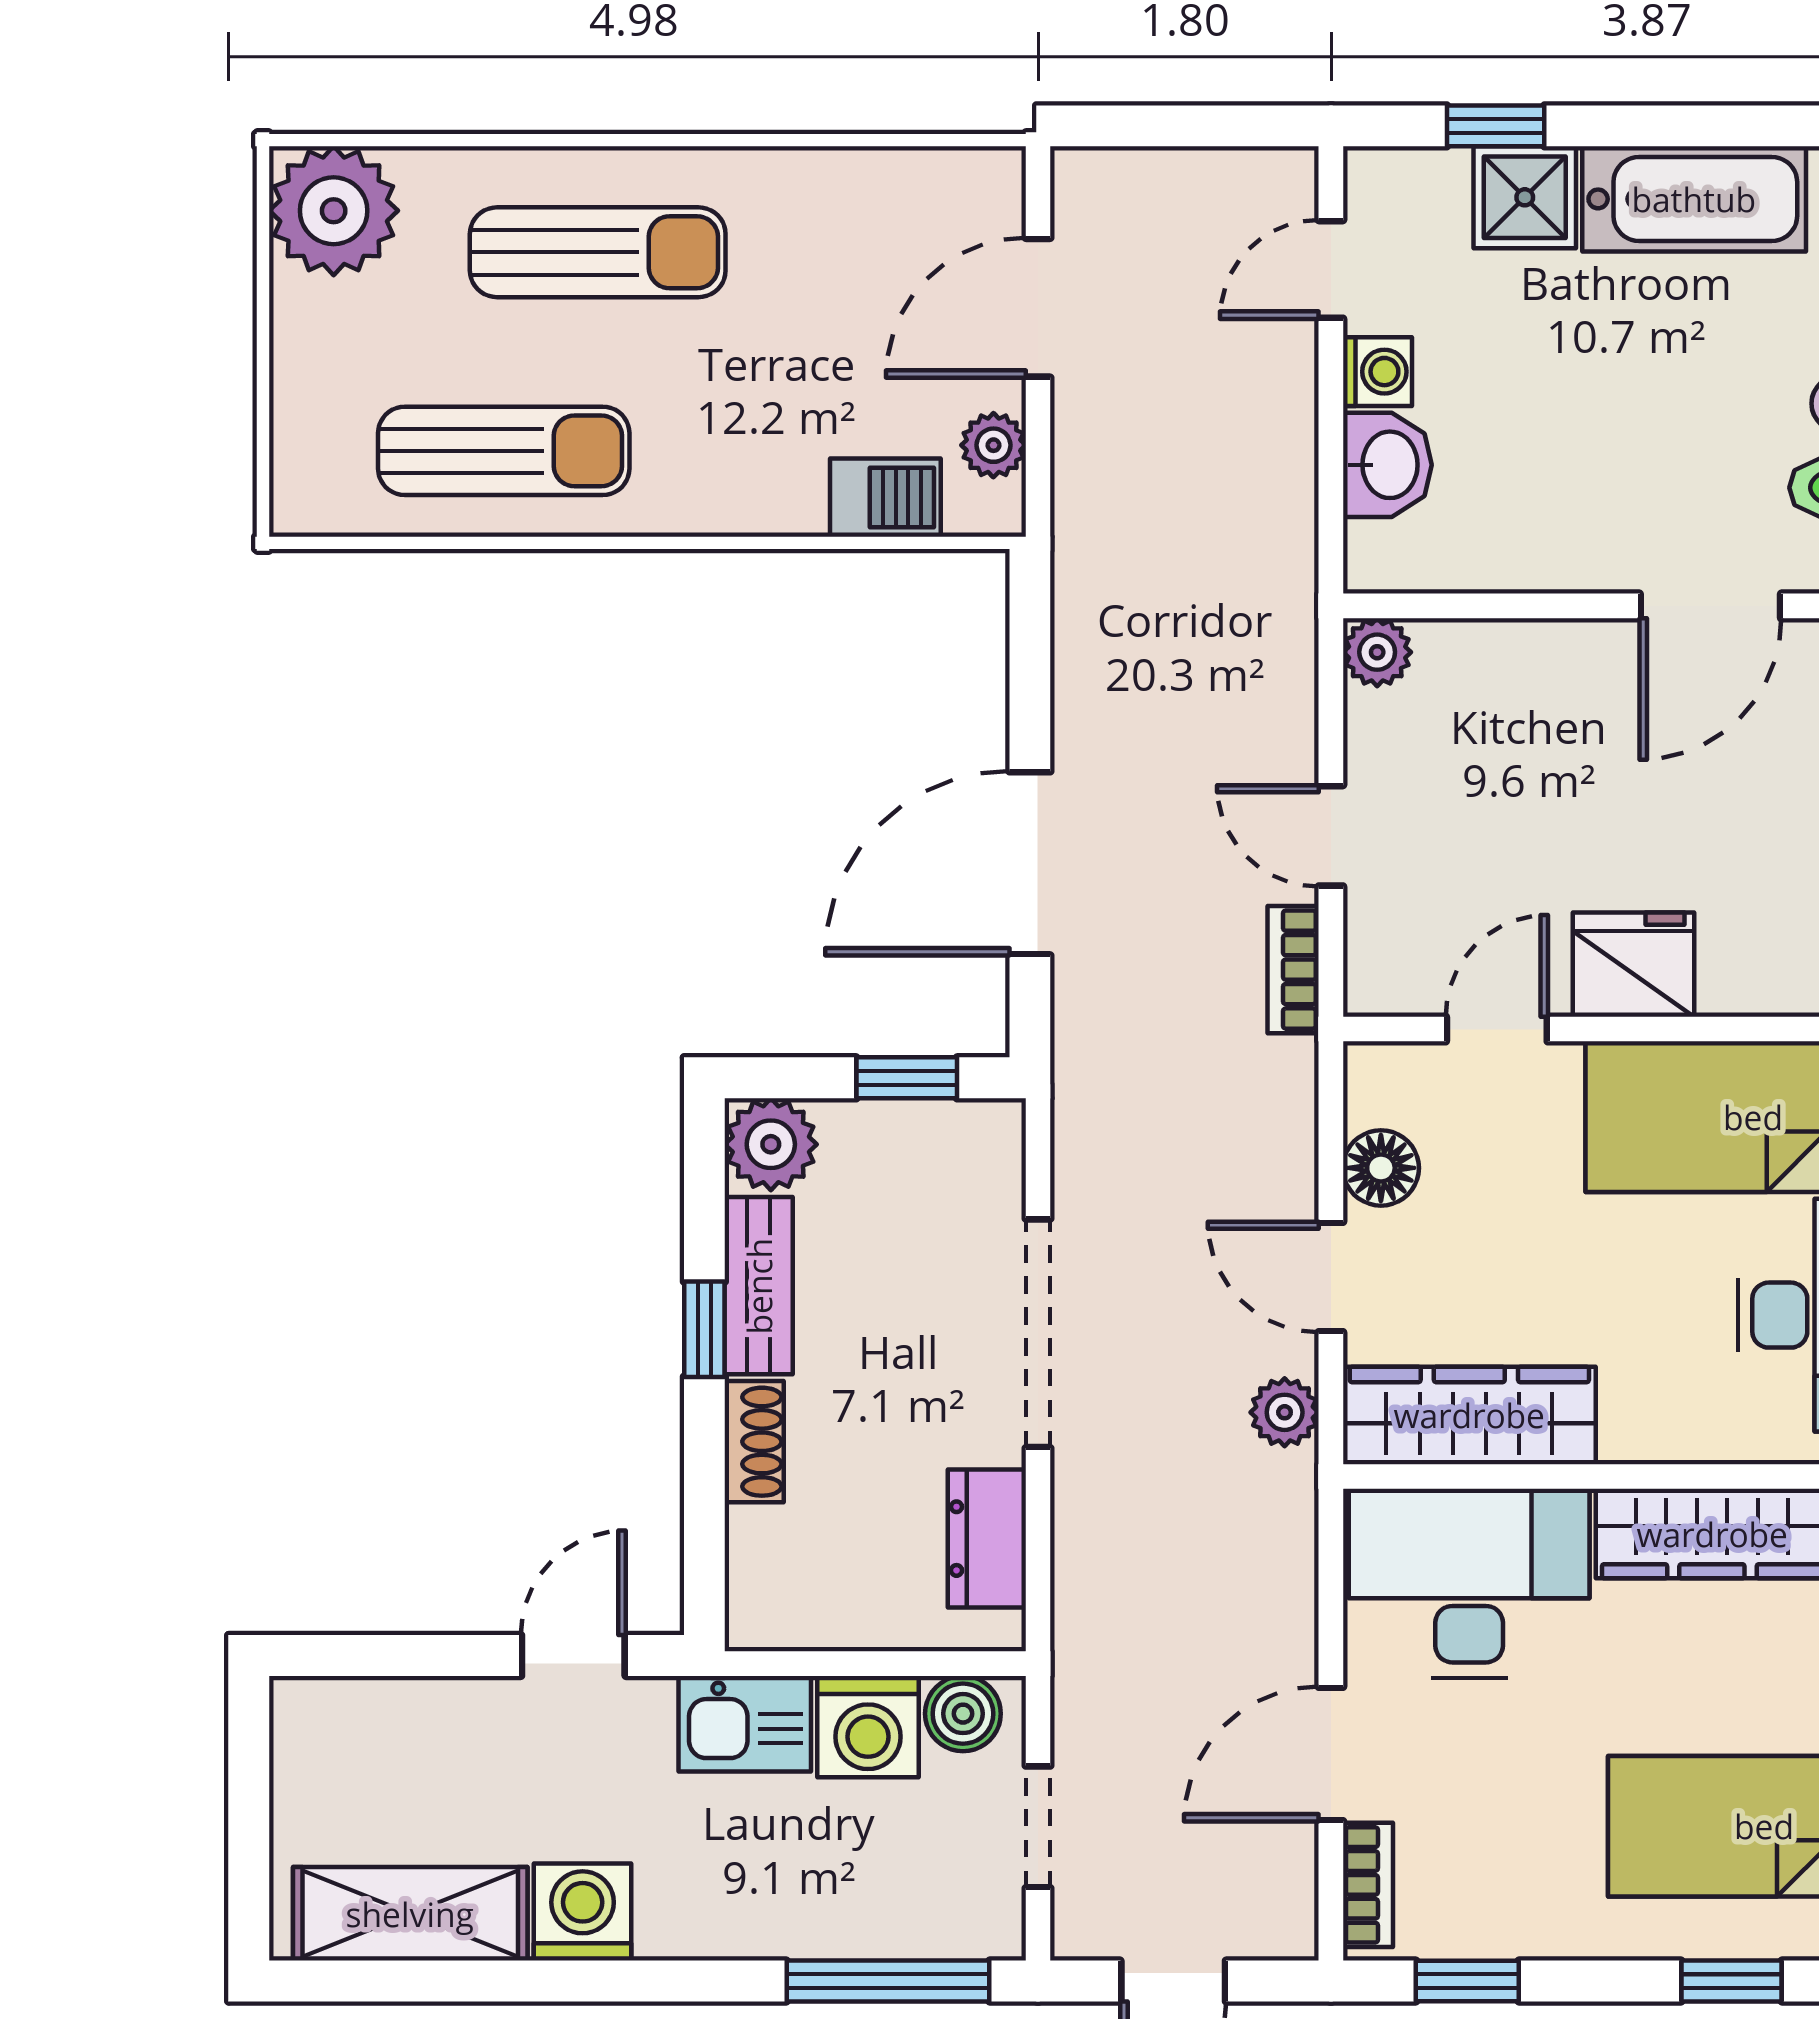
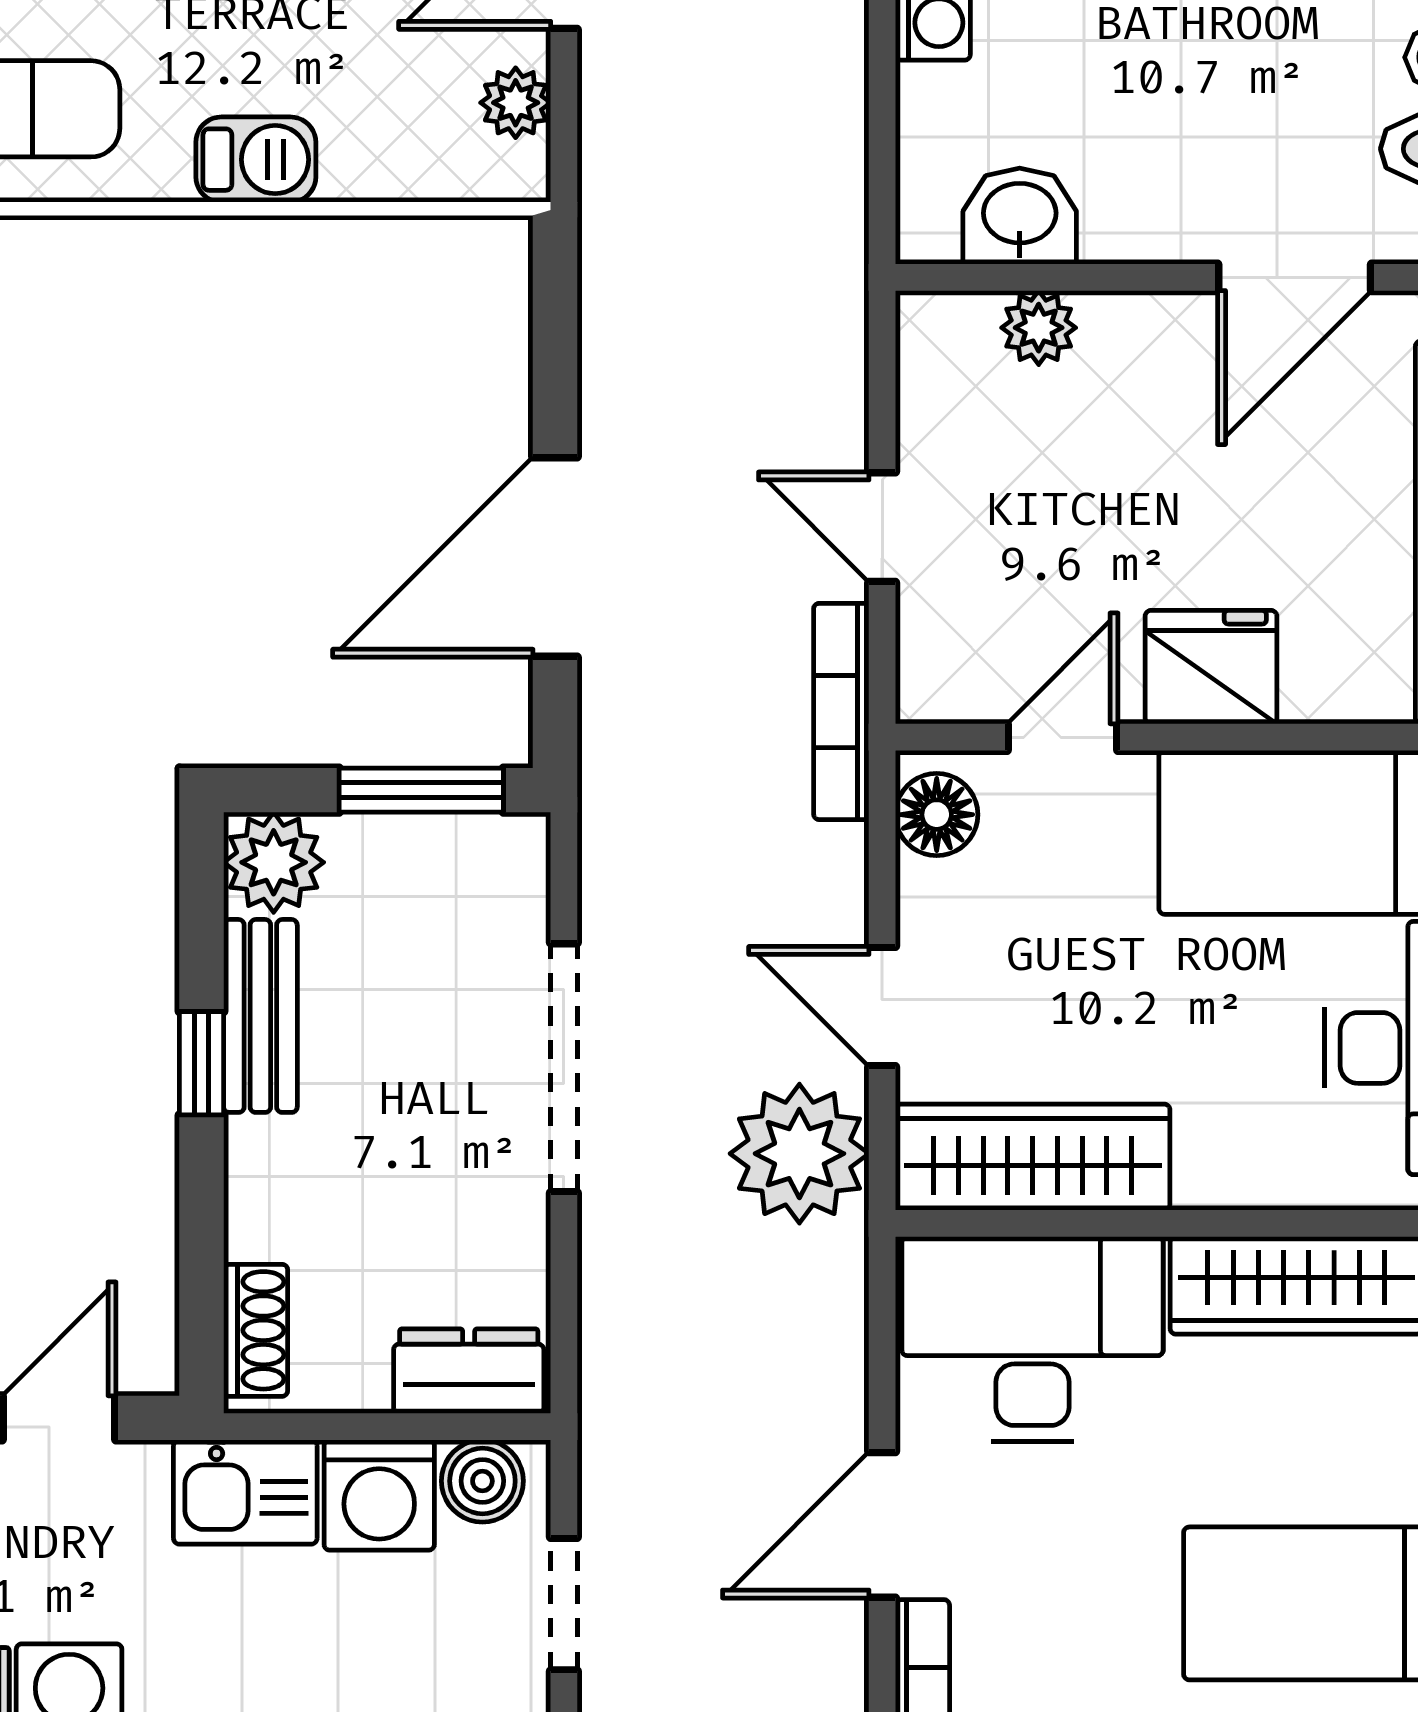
washbasin: (1387, 465) -> (1020, 216), moved, turned -90
barbecue: (885, 498) -> (256, 160), moved
plant: (1377, 652) -> (1039, 328), moved
bookcase: (1293, 970) -> (841, 711), width x1.56
window: (907, 1078) -> (421, 790), width x1.50
floor lamp: (1381, 1168) -> (937, 815), moved
plant: (1285, 1412) -> (799, 1154), width x1.87, depth x1.87
shoe rack: (754, 1442) -> (256, 1330), moved
dresser: (987, 1539) -> (469, 1371), moved, turned 90

